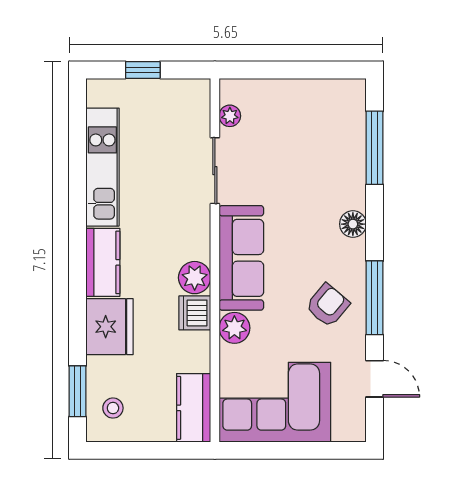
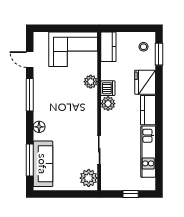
plant: (230, 116) -> (89, 178), width x1.88, depth x1.88
sofa: (241, 258) -> (43, 164), moved, turned 180
armchair: (328, 305) -> (50, 91), removed

